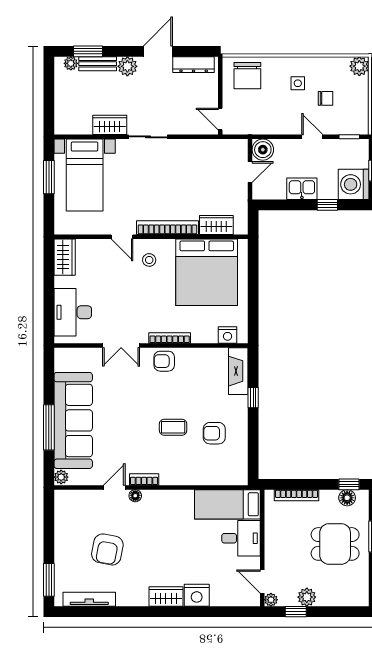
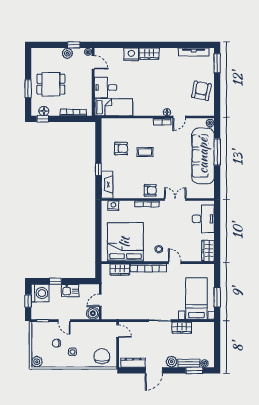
armchair: (107, 549) -> (201, 91), moved

